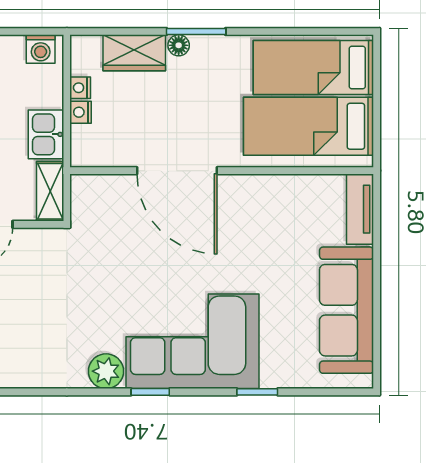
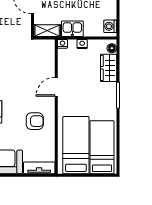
floor lamp: (179, 45) -> (112, 48), moved
nightstand: (80, 88) -> (62, 44), moved
door: (177, 171) -> (56, 87), width x0.53
armchair: (255, 219) -> (35, 121), added

